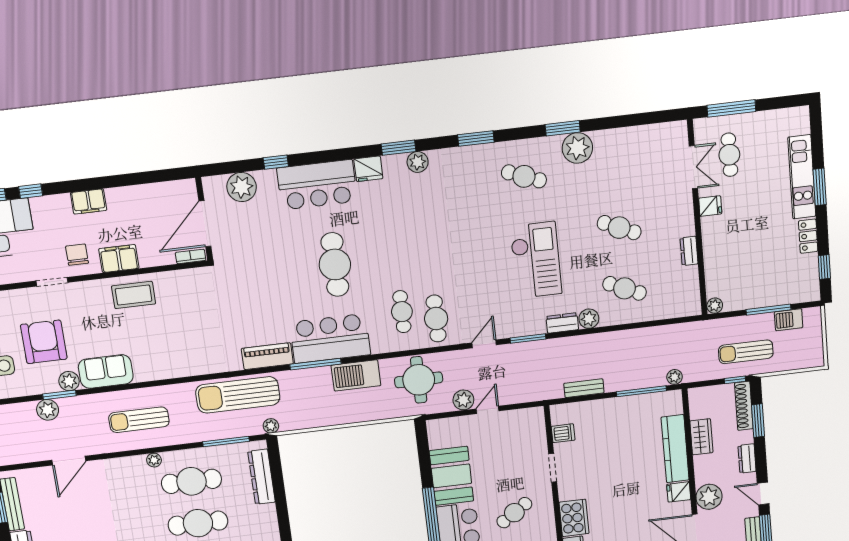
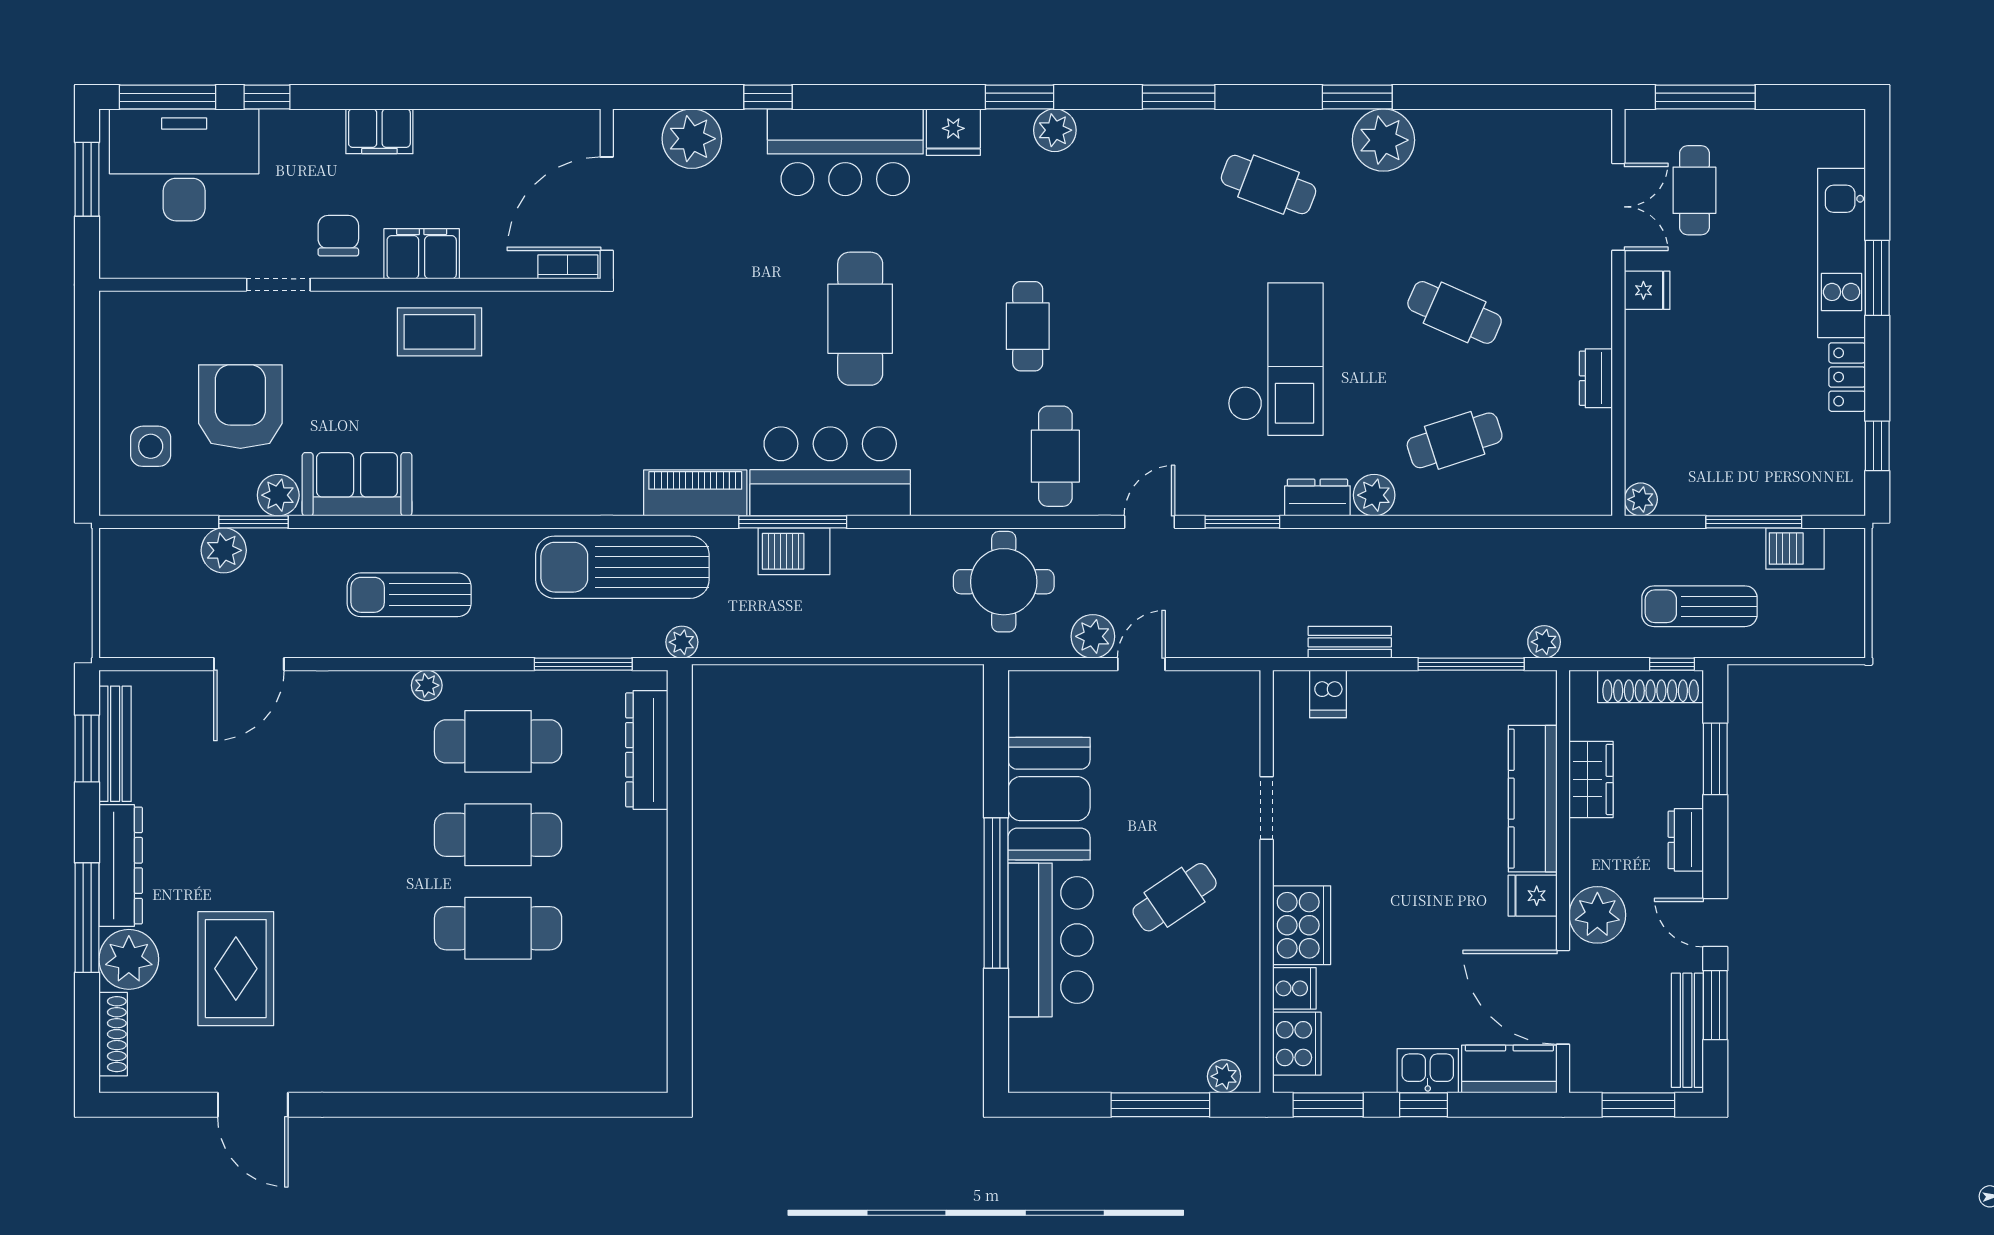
cafe table: (625, 288) -> (1455, 440), turned -42
cafe table: (402, 312) -> (1028, 326), moved
barbecue: (356, 375) -> (794, 551), moved, width x0.73, depth x0.83
shoe rack: (744, 406) -> (1651, 686), moved, turned -90
dishwasher: (563, 433) -> (1328, 694), moved, turned 90

